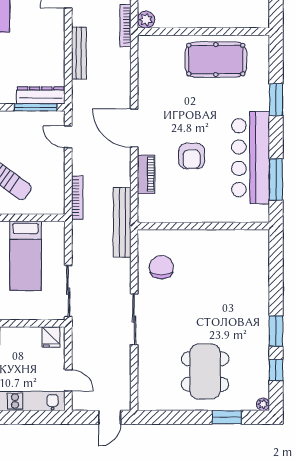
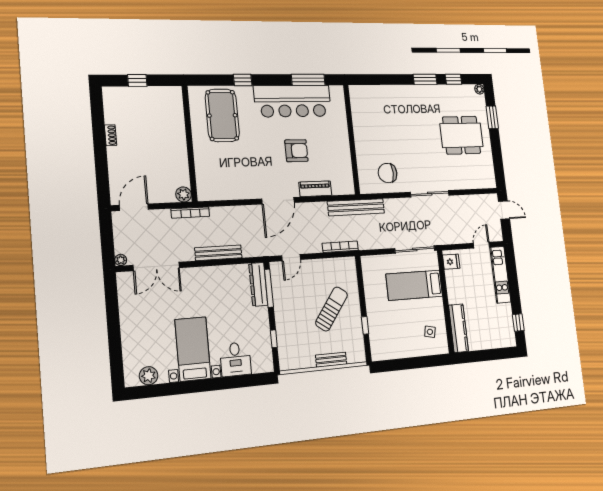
pool table: (216, 60) -> (222, 115), moved
window: (276, 100) -> (243, 80), width x0.67
bed: (26, 256) -> (414, 285), moved, turned 180

